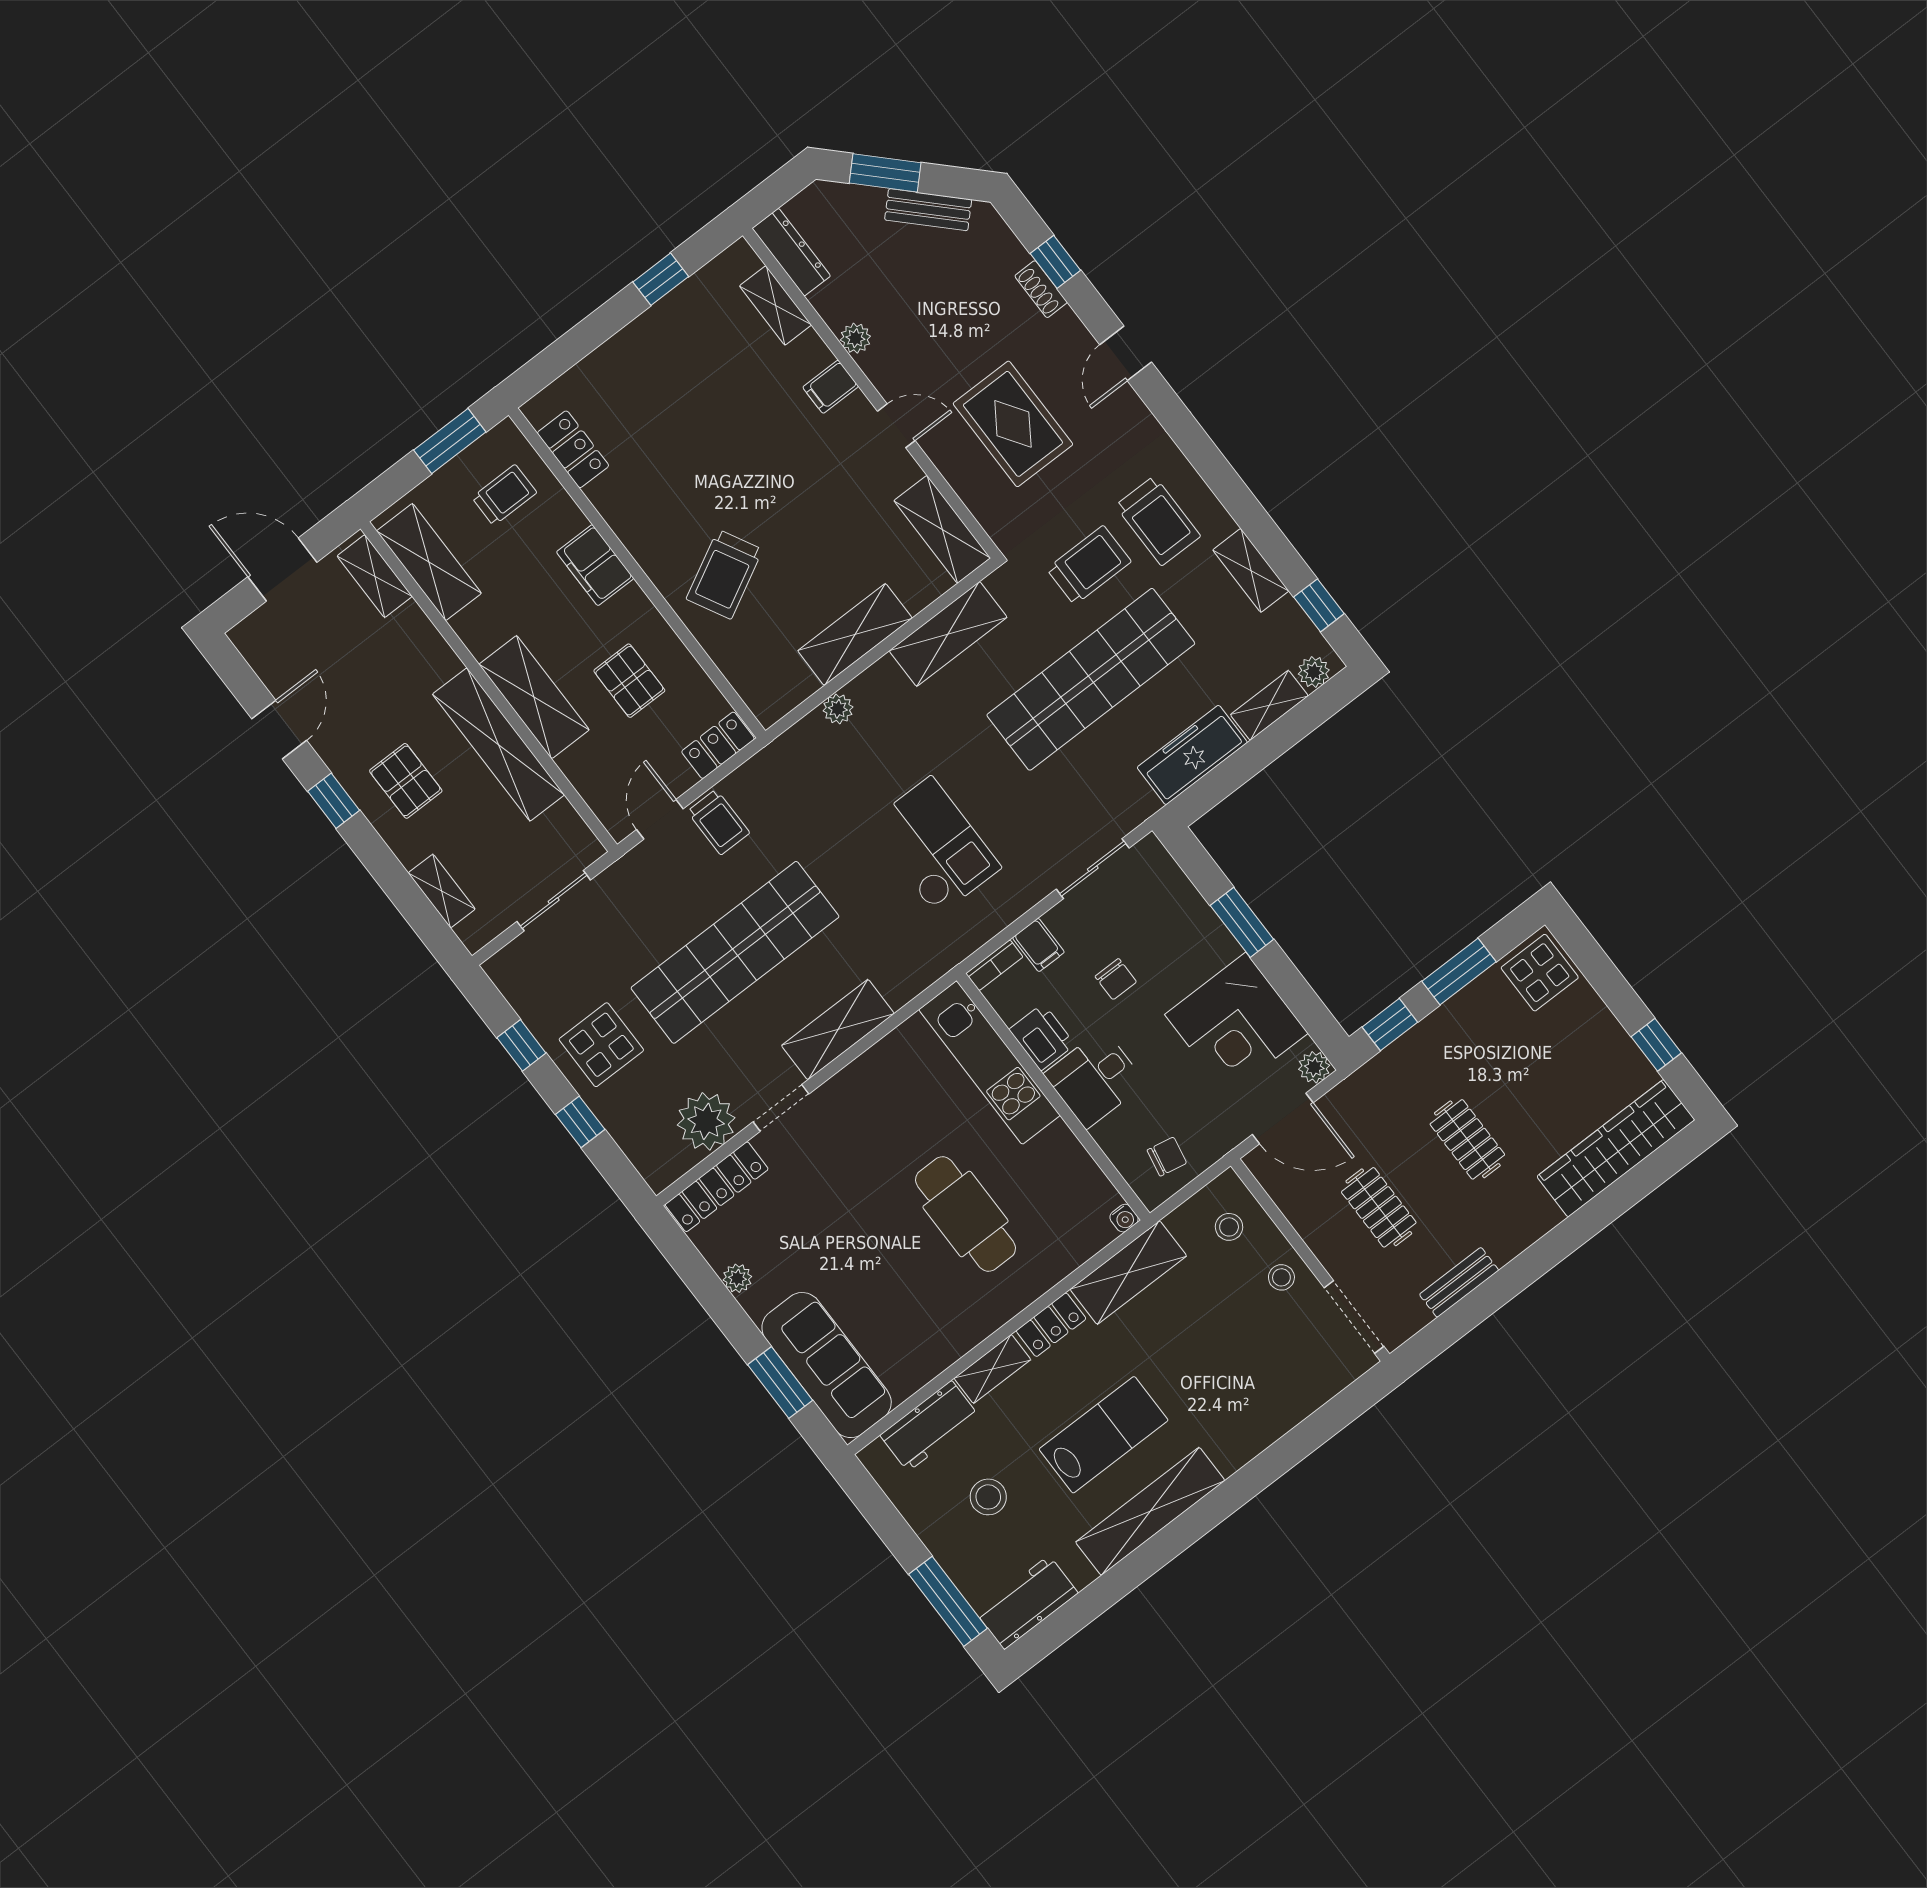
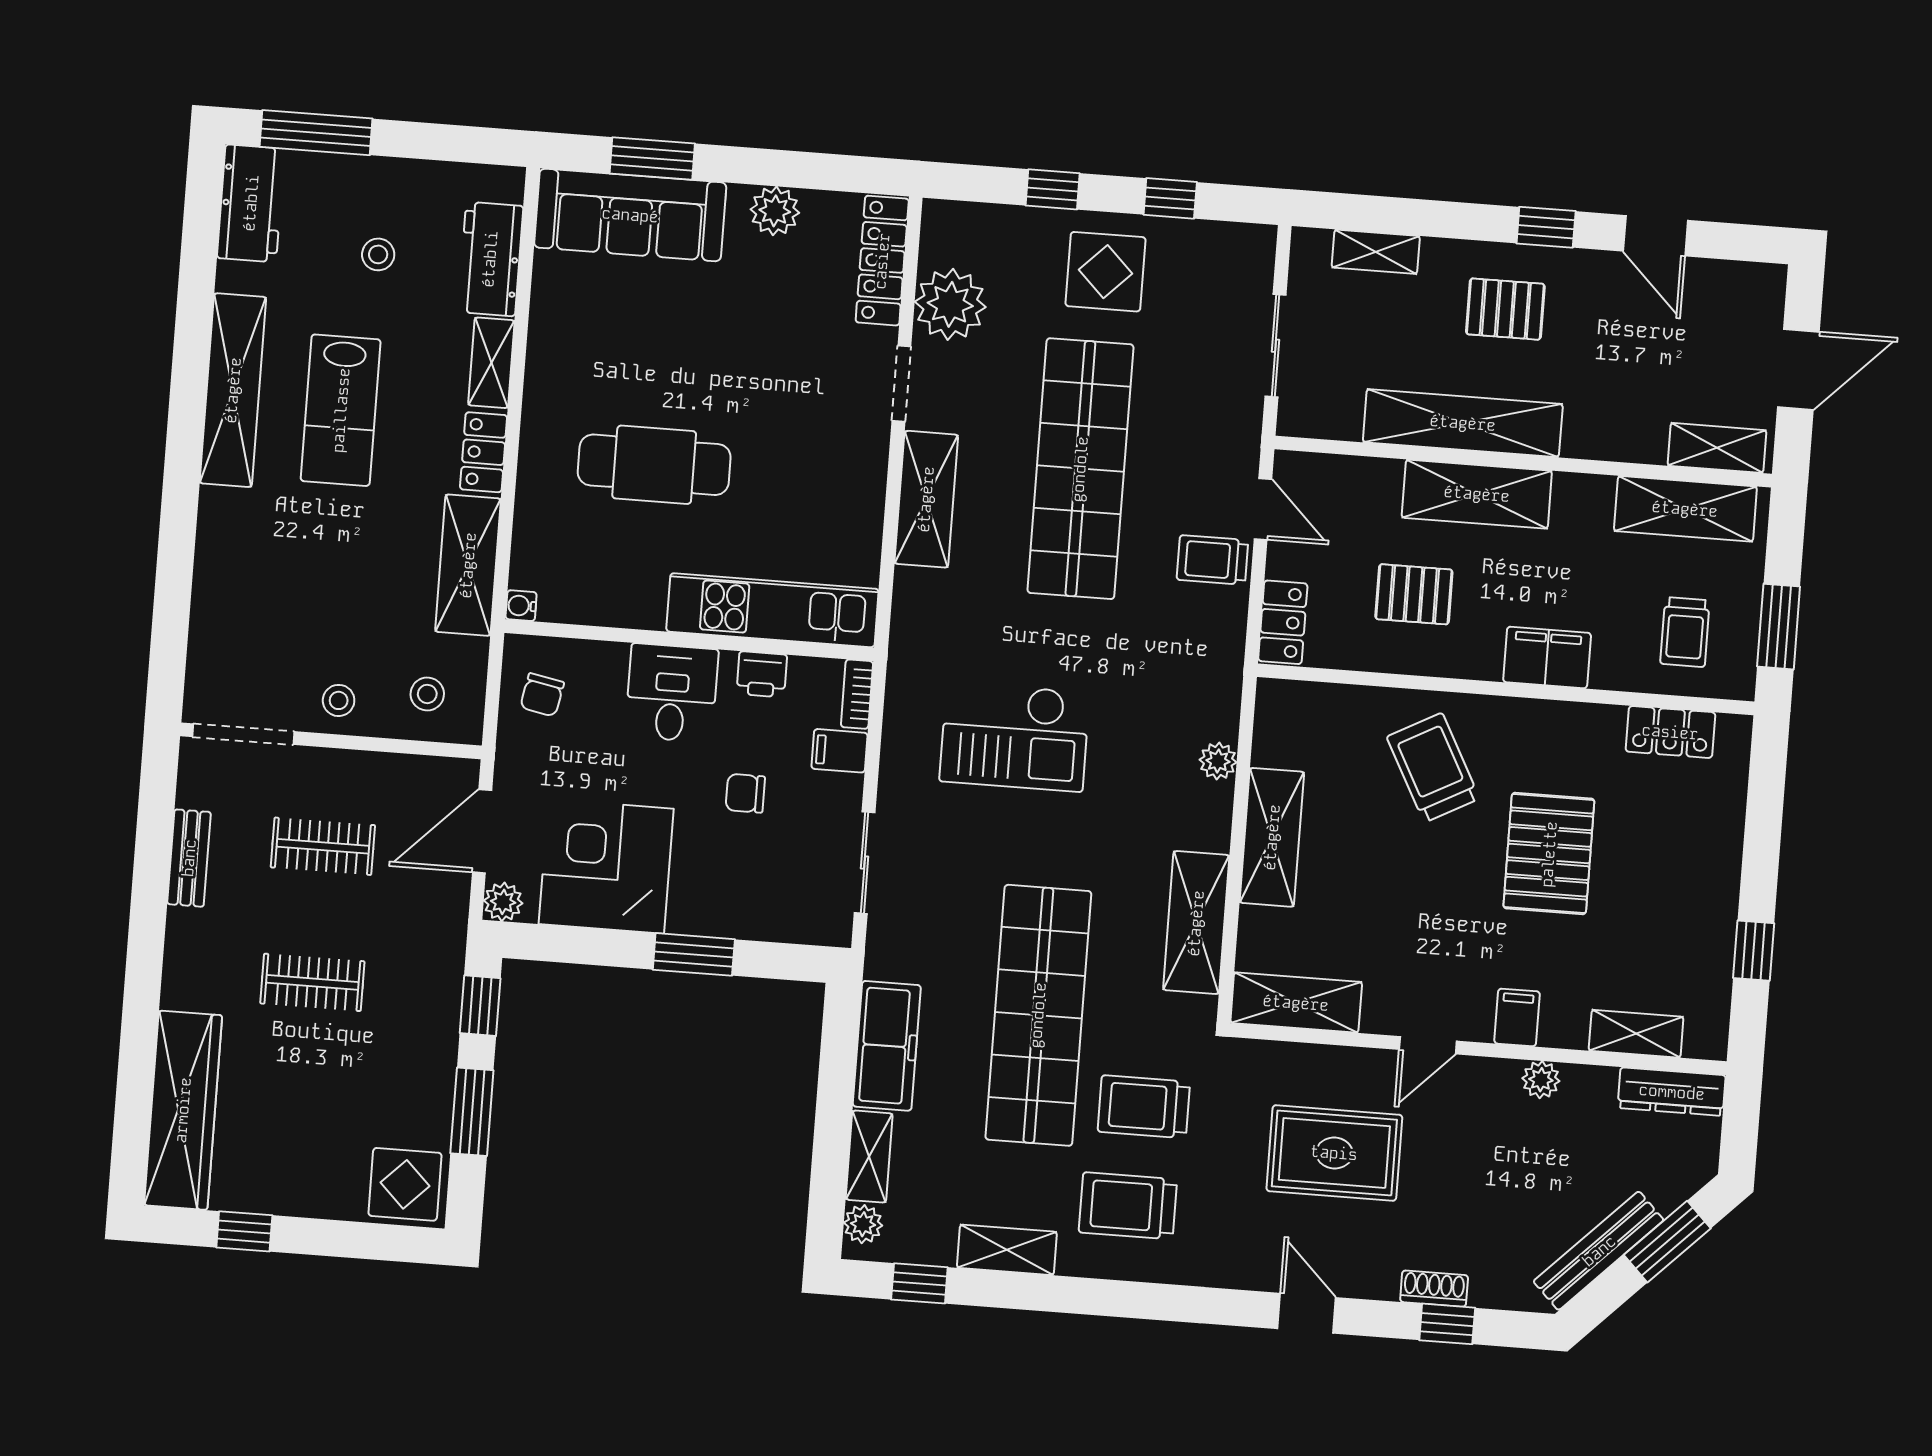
bench: (928, 210) -> (1599, 1251), width x1.36
pallet: (713, 457) -> (1549, 854), added
trolley: (1089, 565) -> (1144, 1107), turned 90
printer: (1042, 1037) -> (762, 674), width x0.73, depth x0.81
plant: (737, 1278) -> (775, 211), width x1.38, depth x1.38
stool: (988, 1497) -> (378, 254), width x0.73, depth x0.73

